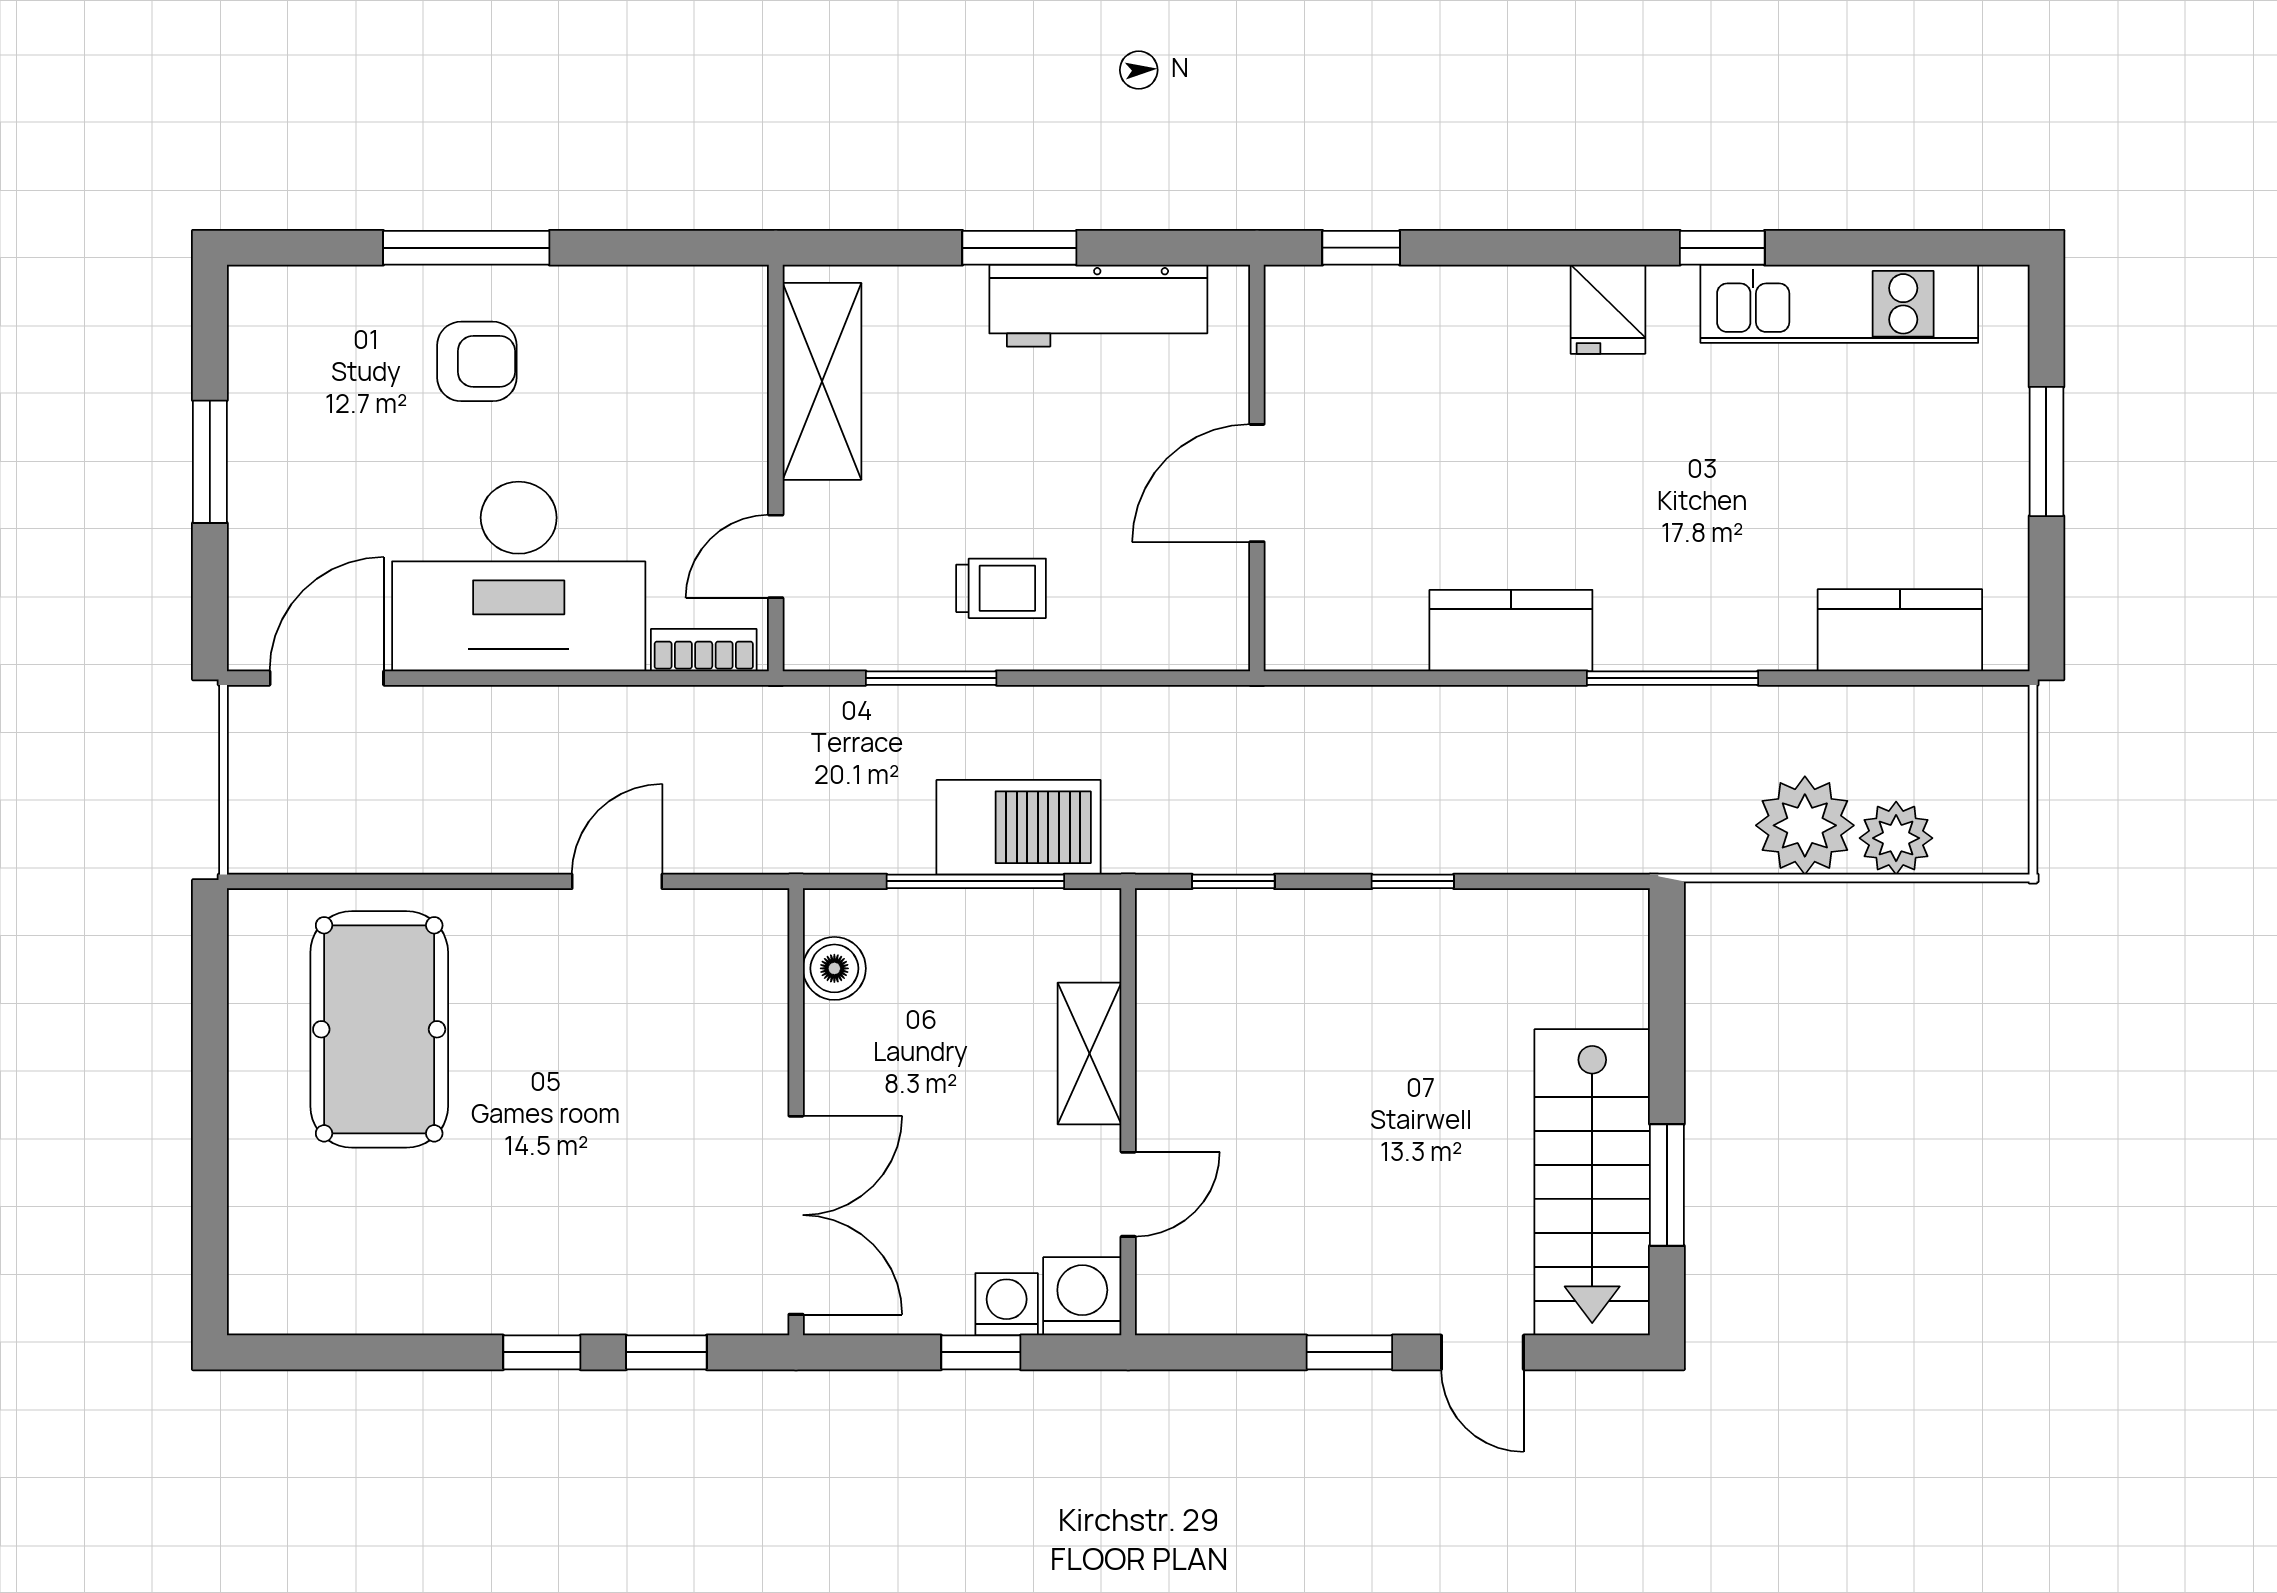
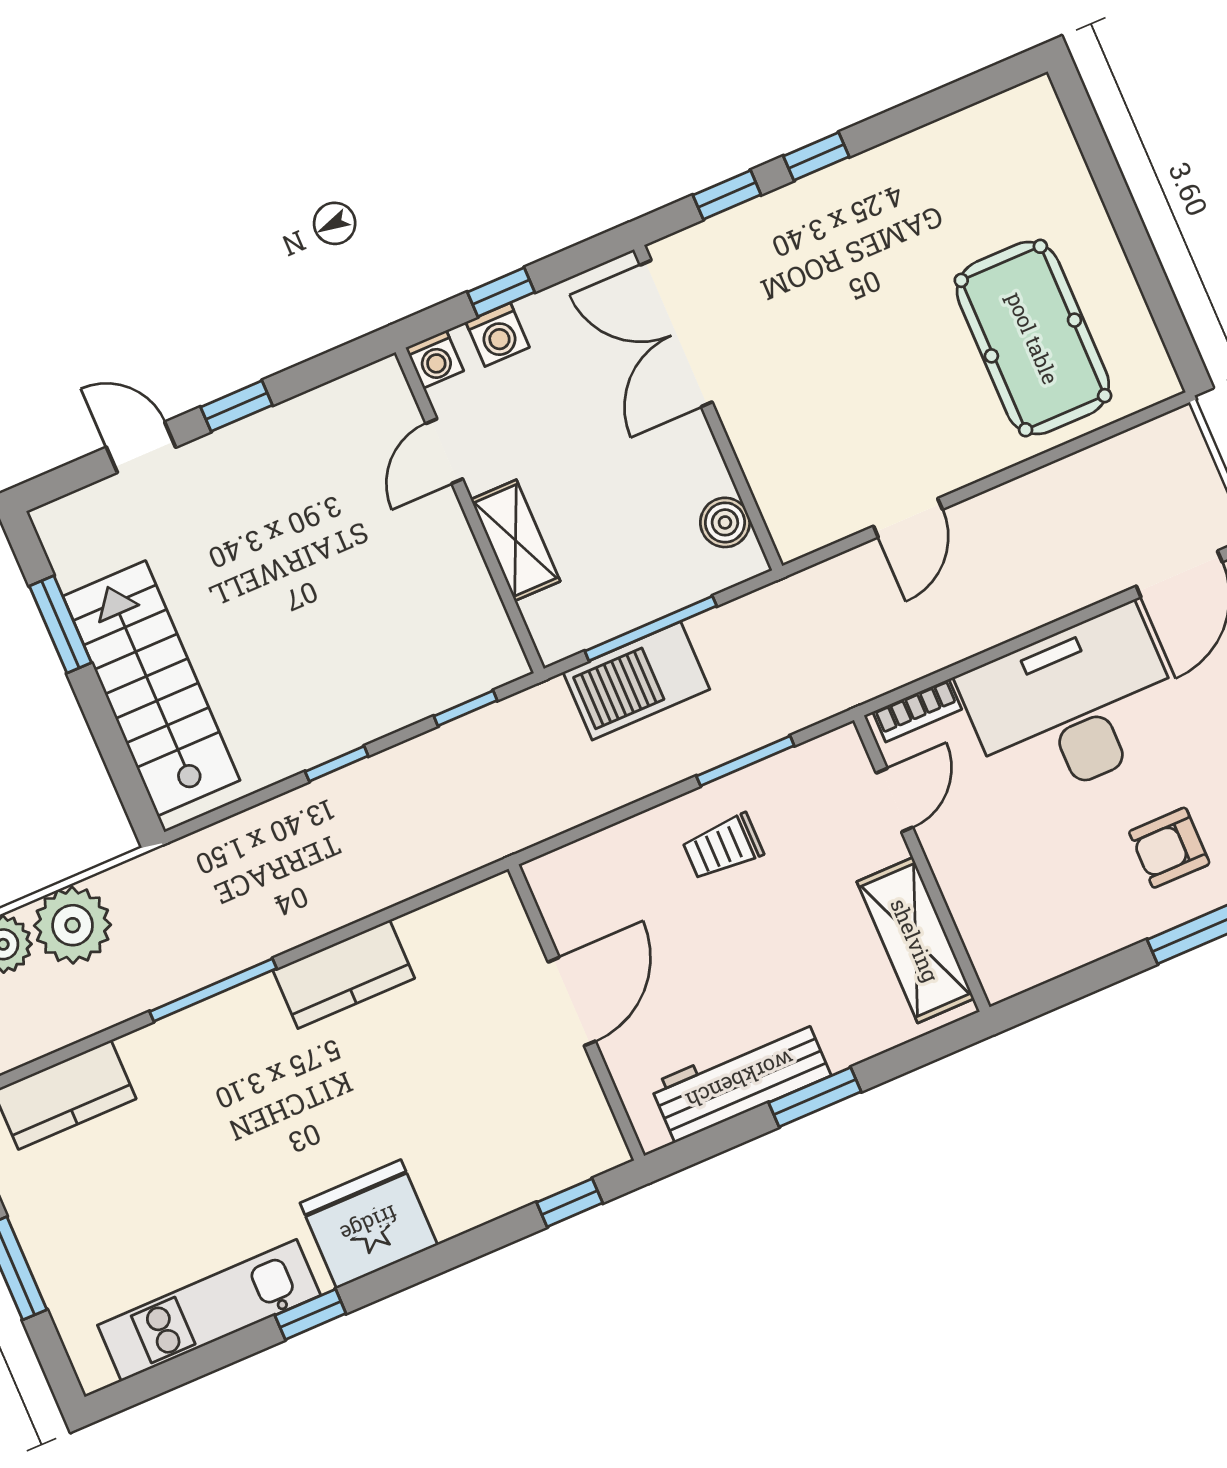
fridge: (1608, 309) -> (369, 1224), width x1.88, depth x1.34
stairs: (1592, 1182) -> (151, 688), moved
washing machine: (1082, 1296) -> (435, 359), width x0.73, depth x0.73

